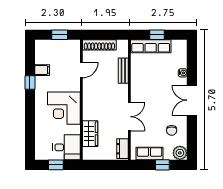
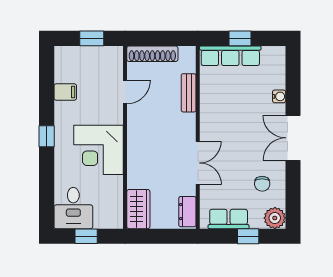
window: (30, 83) -> (47, 136), moved
wardrobe: (90, 134) -> (138, 209), moved
desk: (67, 147) -> (73, 208), moved, turned 90

